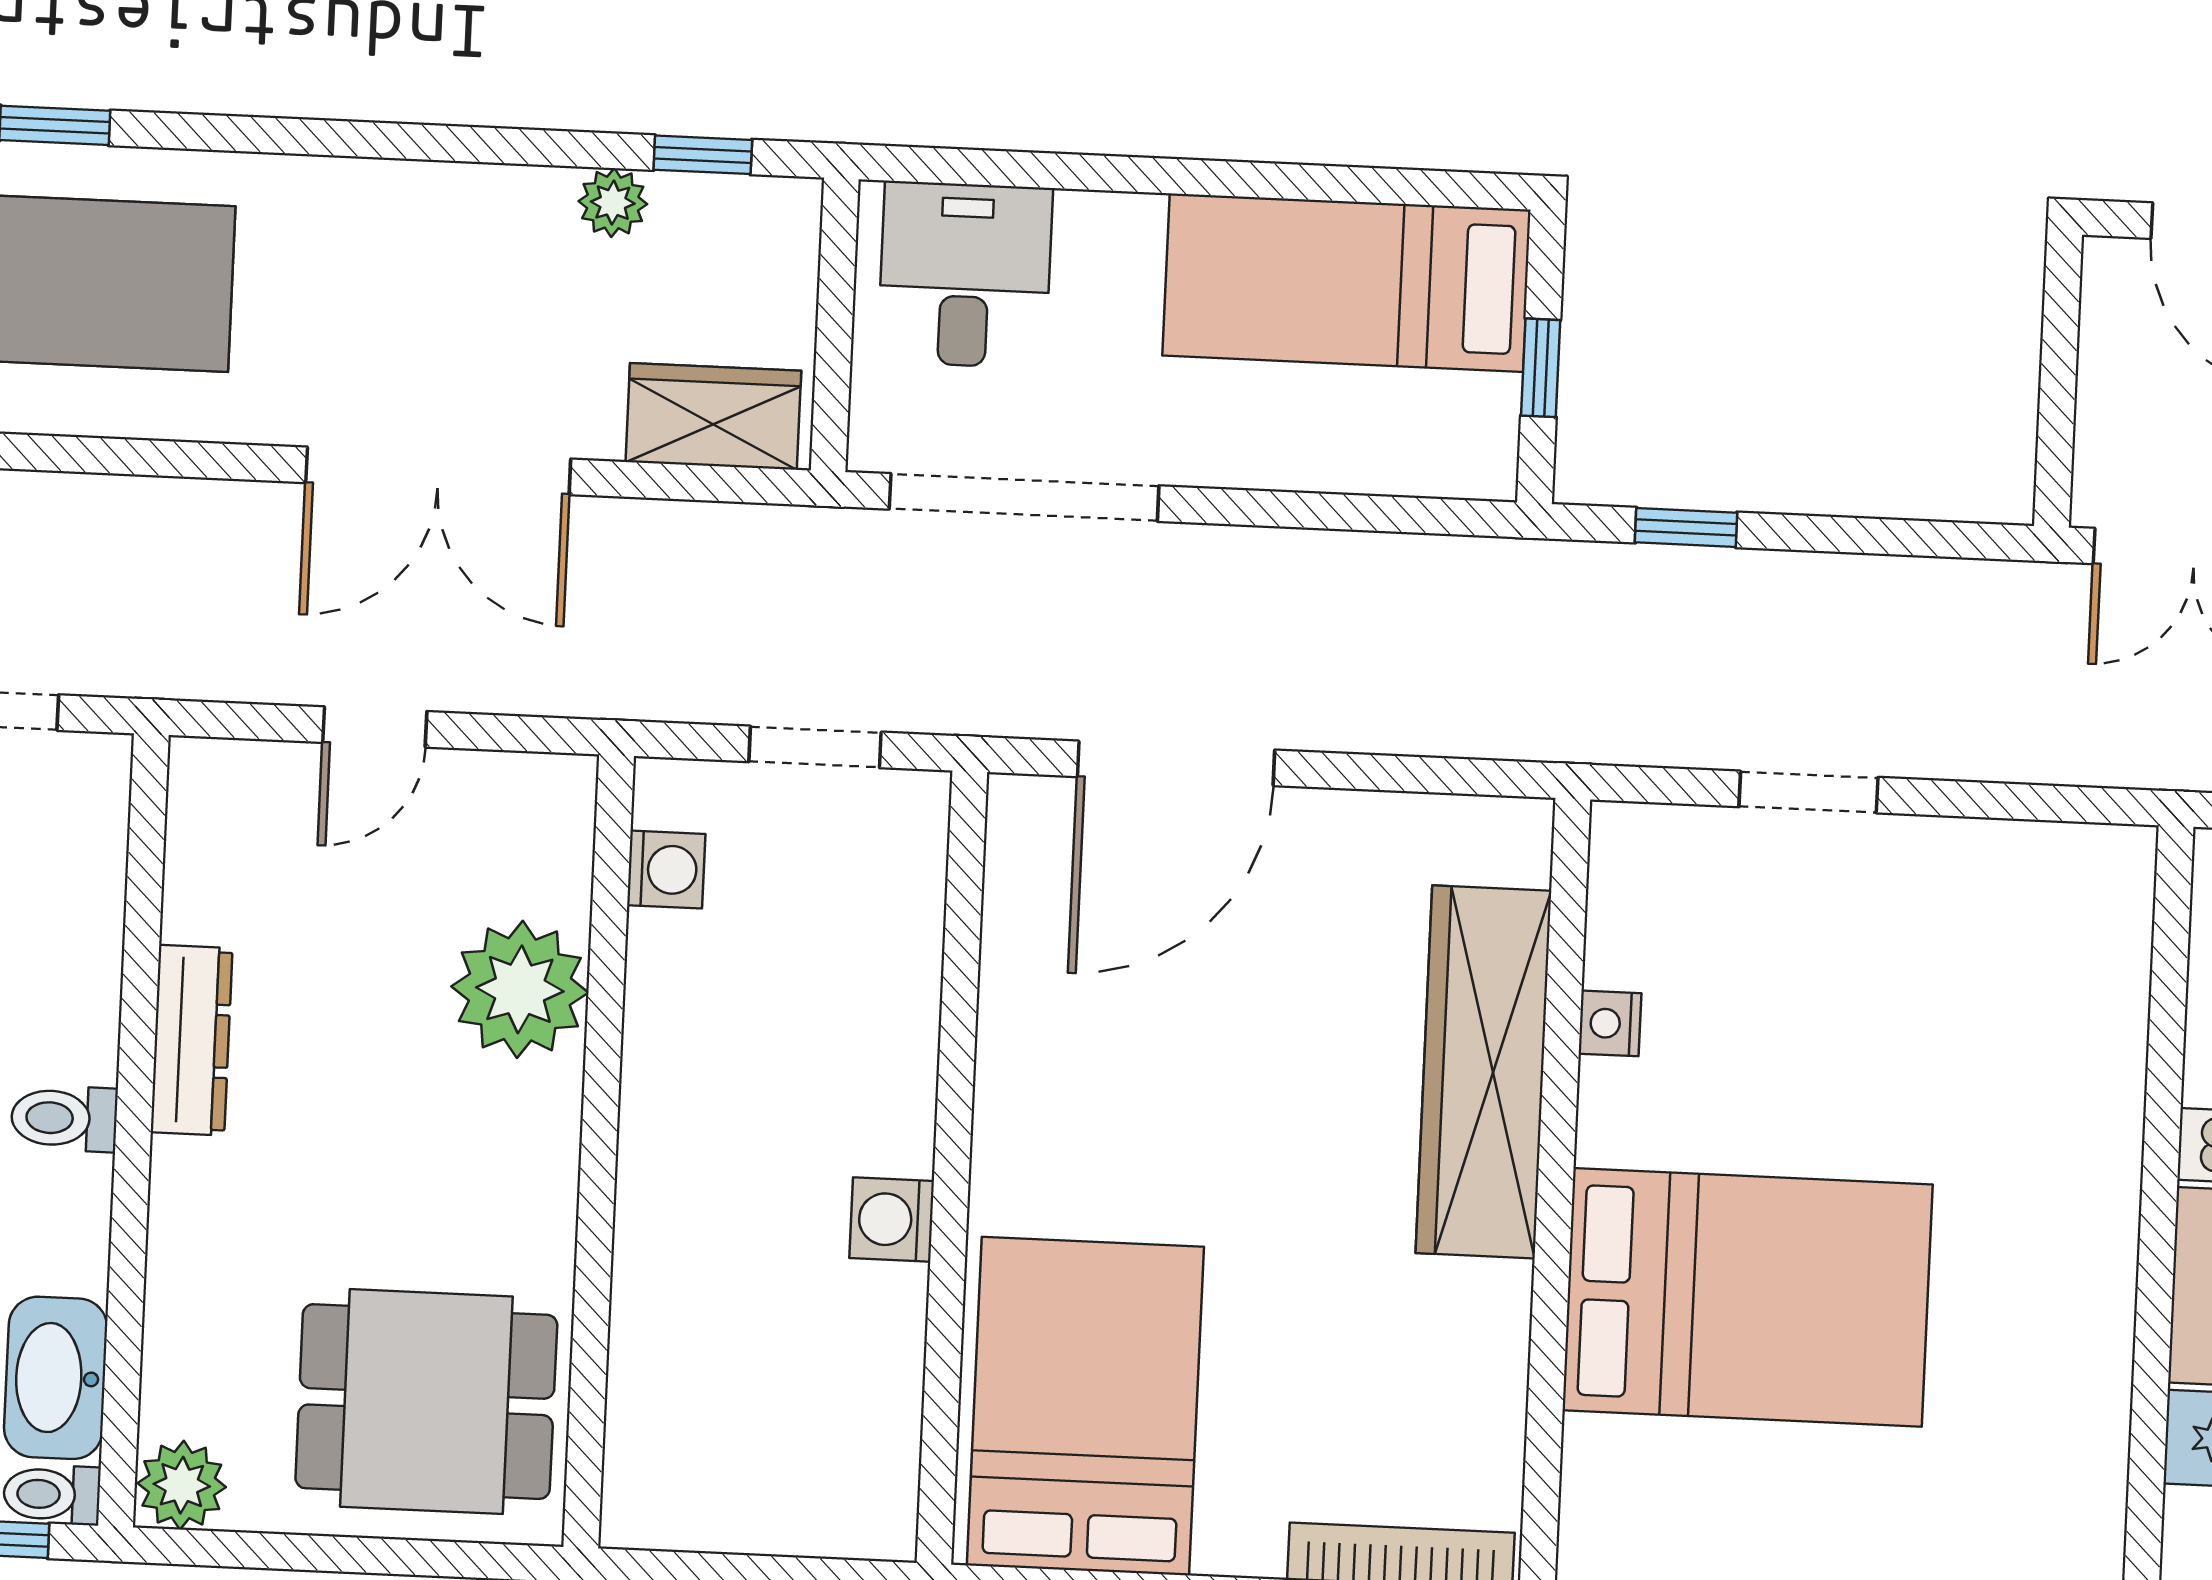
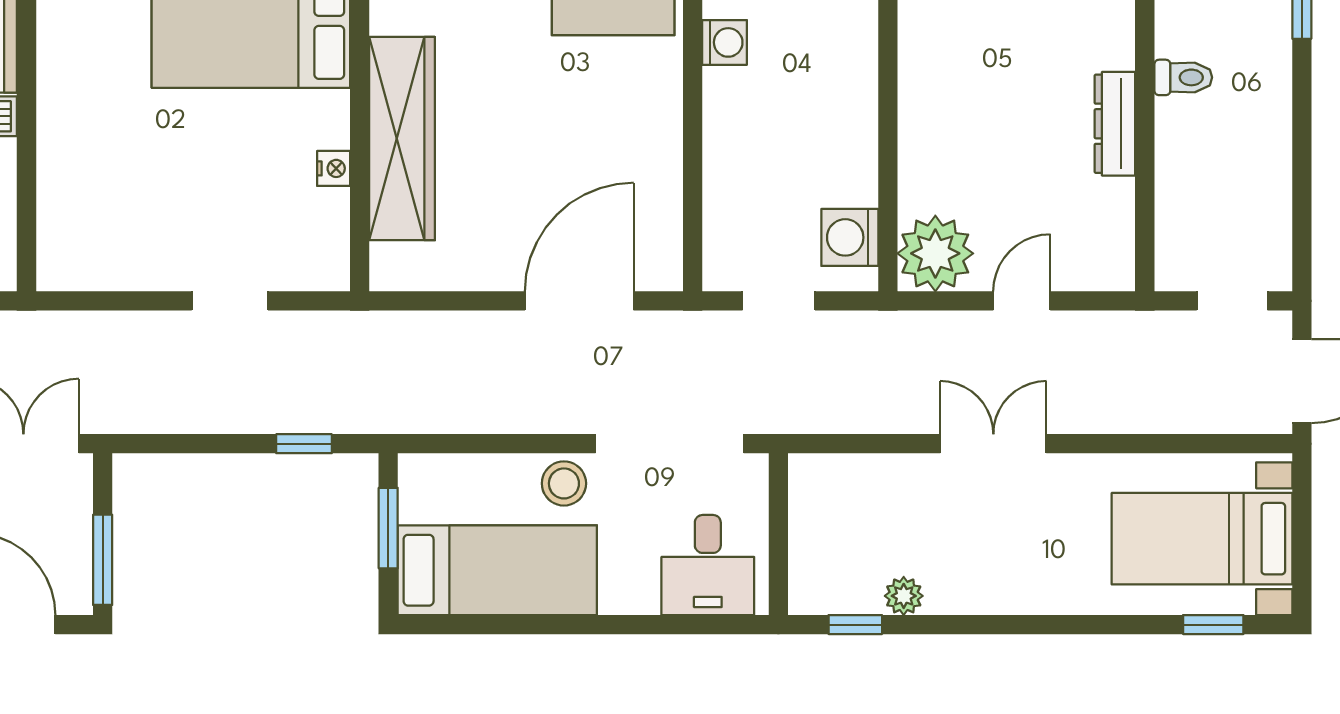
window: (2060, 334) -> (103, 560), added
window: (1541, 368) -> (388, 528), width x1.50
wardrobe: (713, 416) -> (843, 481), removed
stool: (1219, 434) -> (564, 483), added
double door: (438, 471) -> (993, 444), width x0.73
washing machine: (666, 870) -> (850, 237), width x1.38, depth x1.38
plant: (520, 989) -> (935, 253), moved

